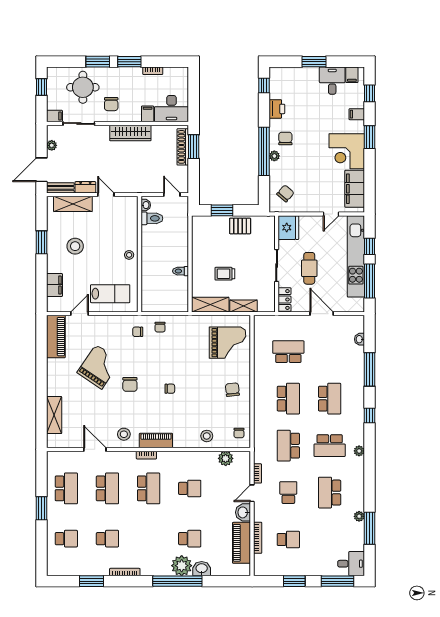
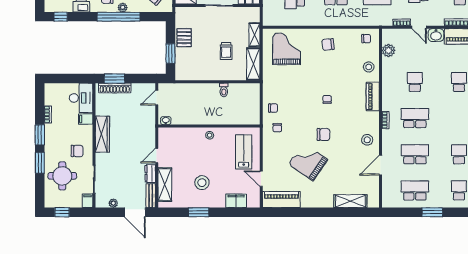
toilet: (152, 218) -> (177, 115), removed
piano: (156, 441) -> (373, 96), moved

